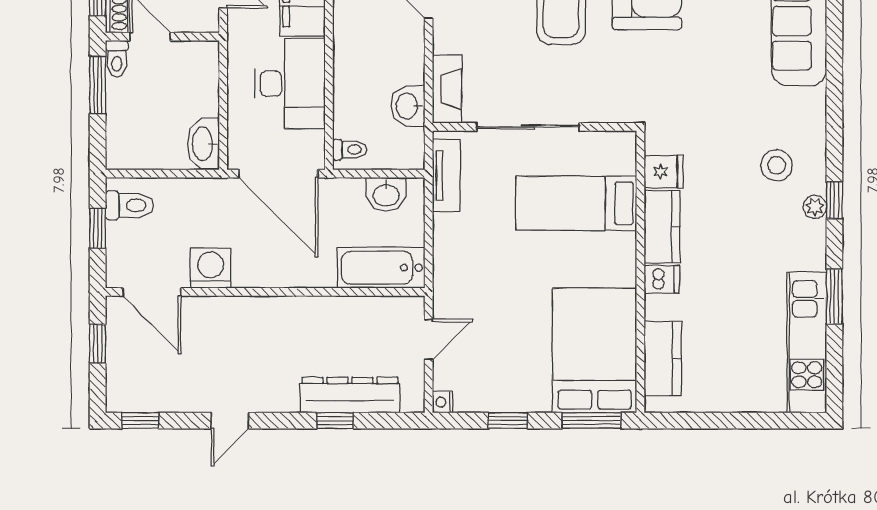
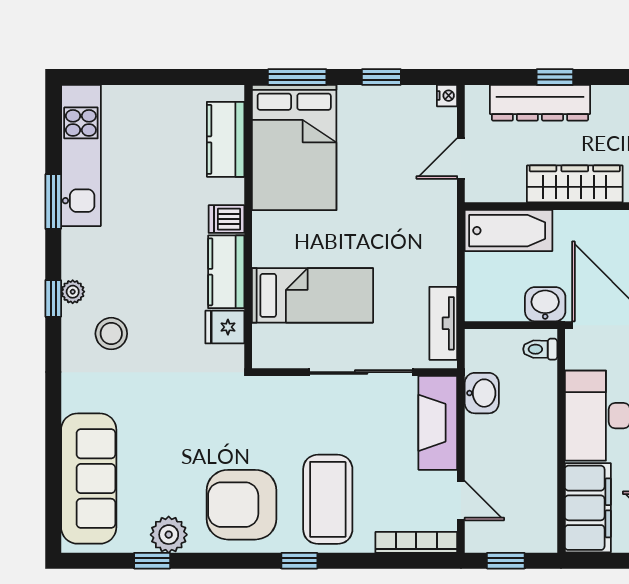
fireplace: (447, 89) -> (438, 423), width x1.37, depth x1.32
washbasin: (386, 194) -> (545, 304), moved
wardrobe: (315, 314) -> (575, 184), added

